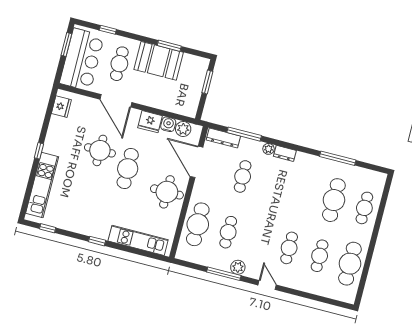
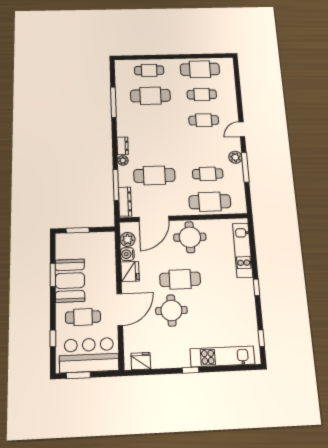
cafe table: (243, 176) -> (154, 175), width x1.37, depth x1.35

